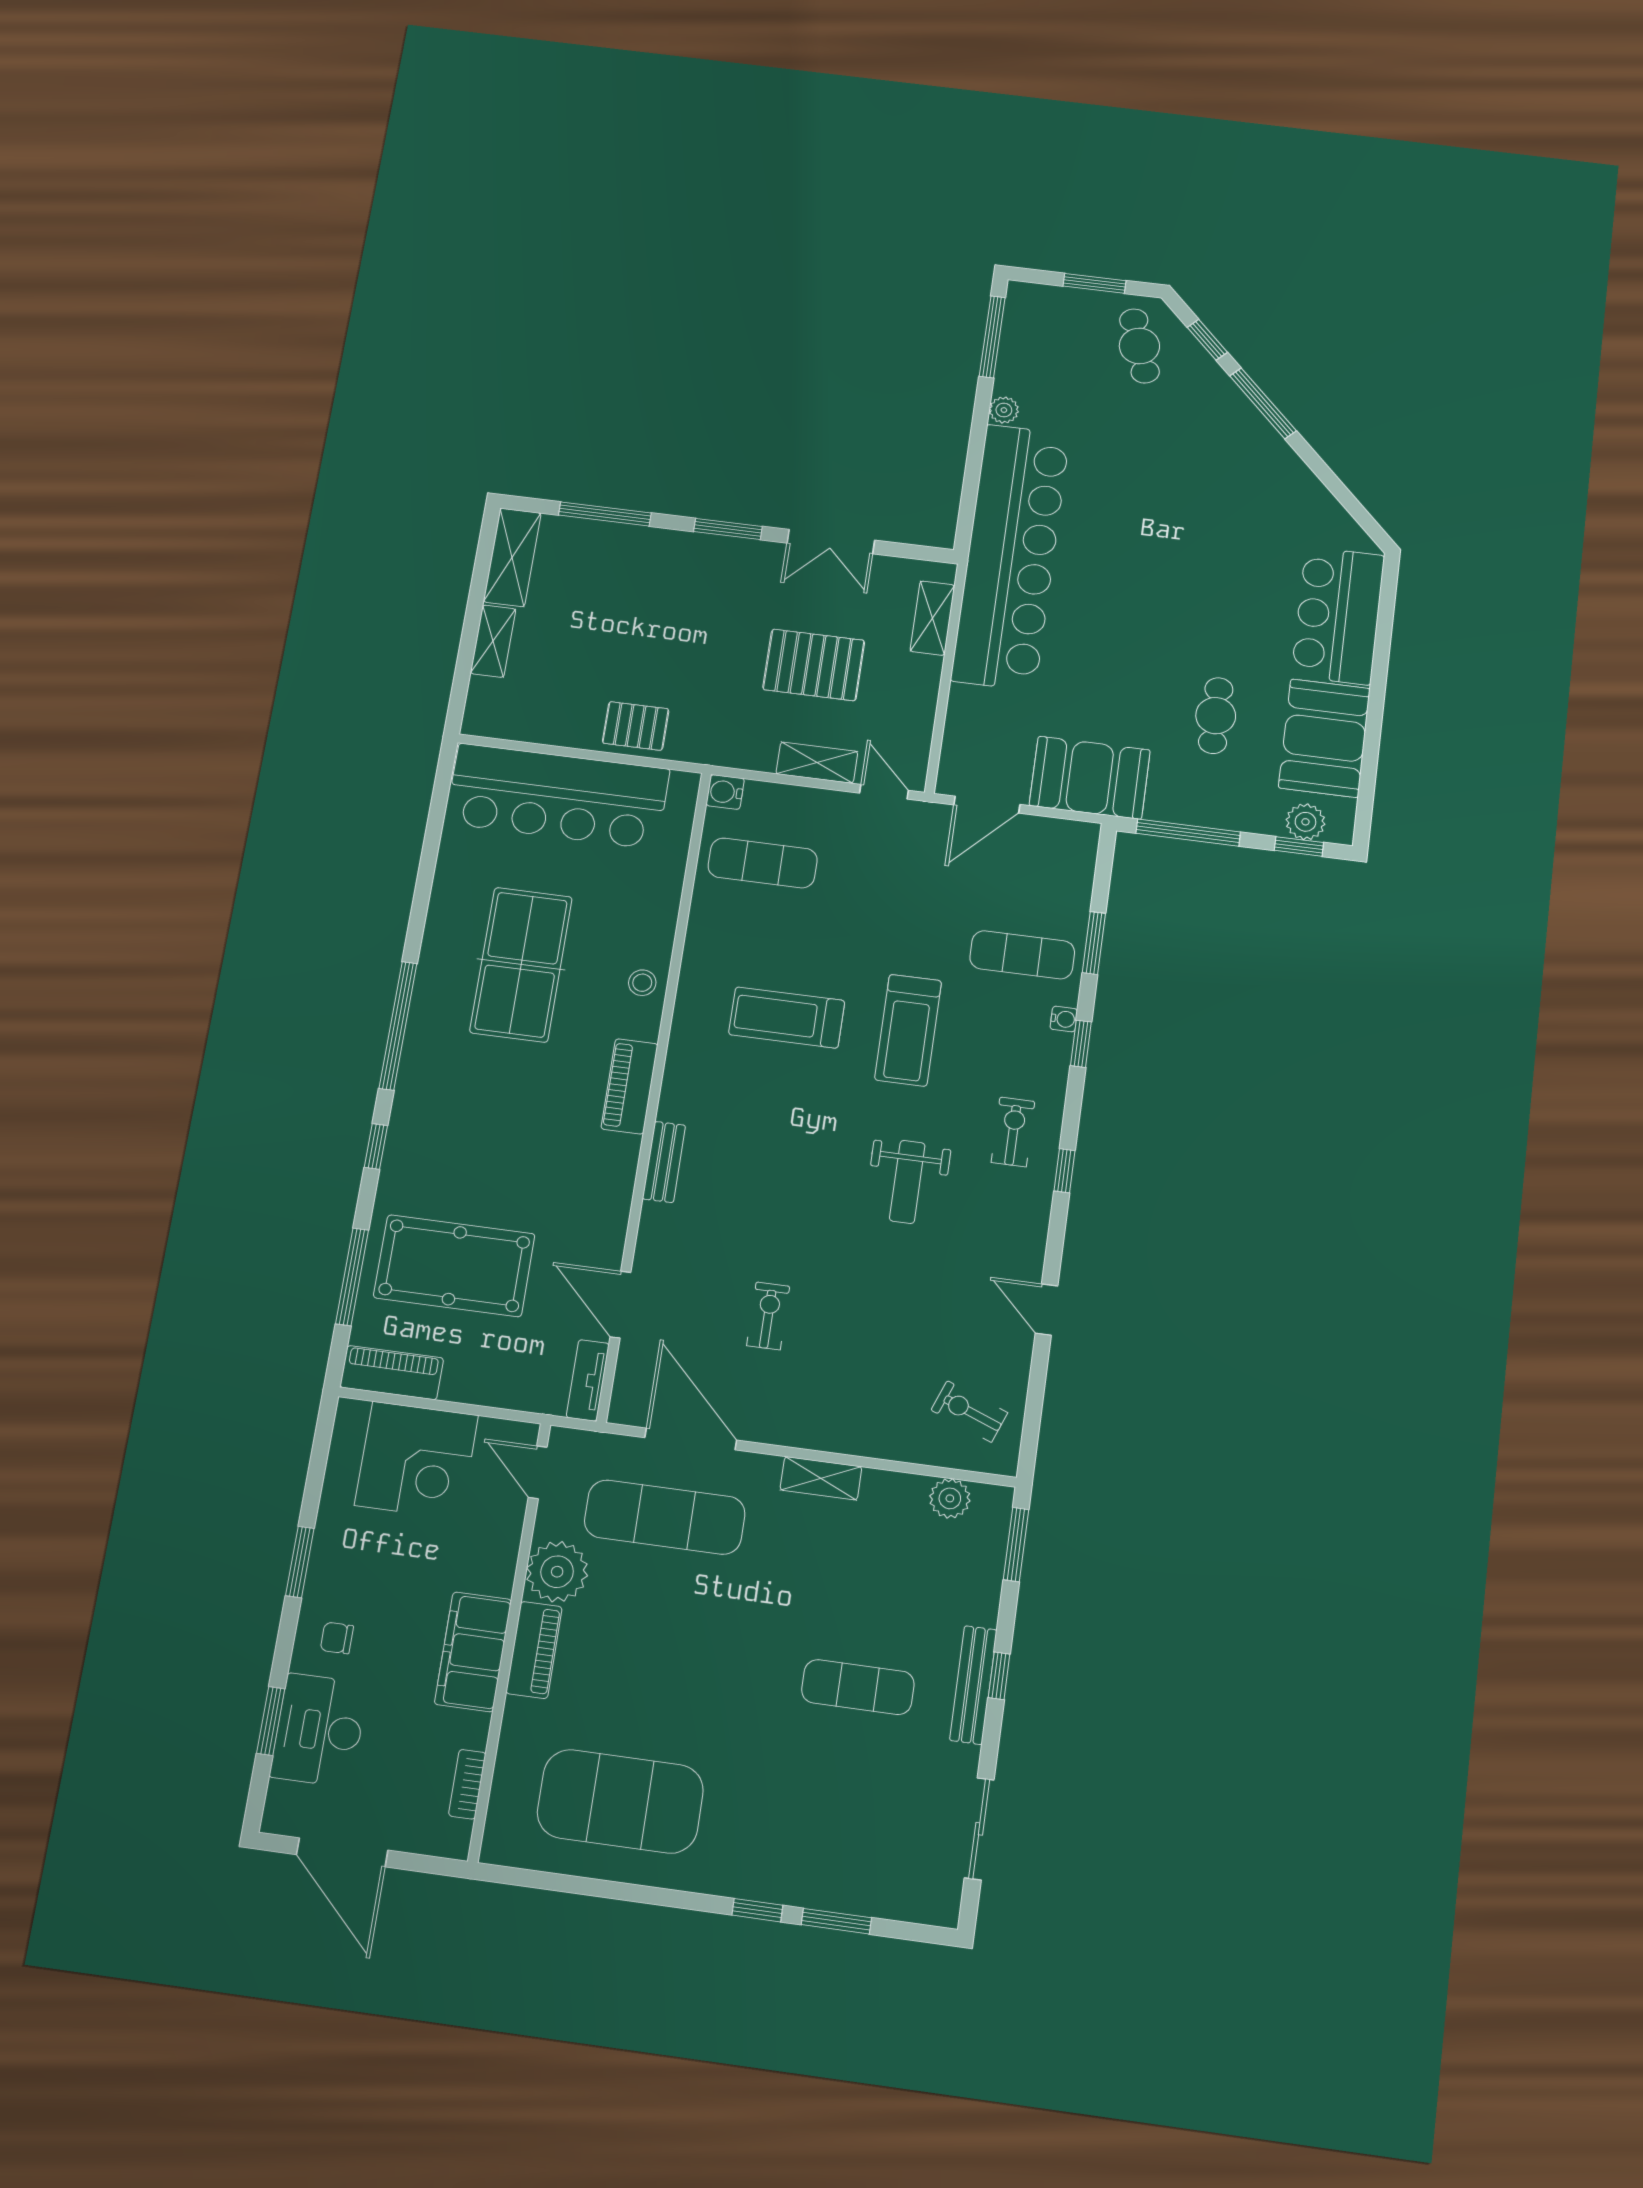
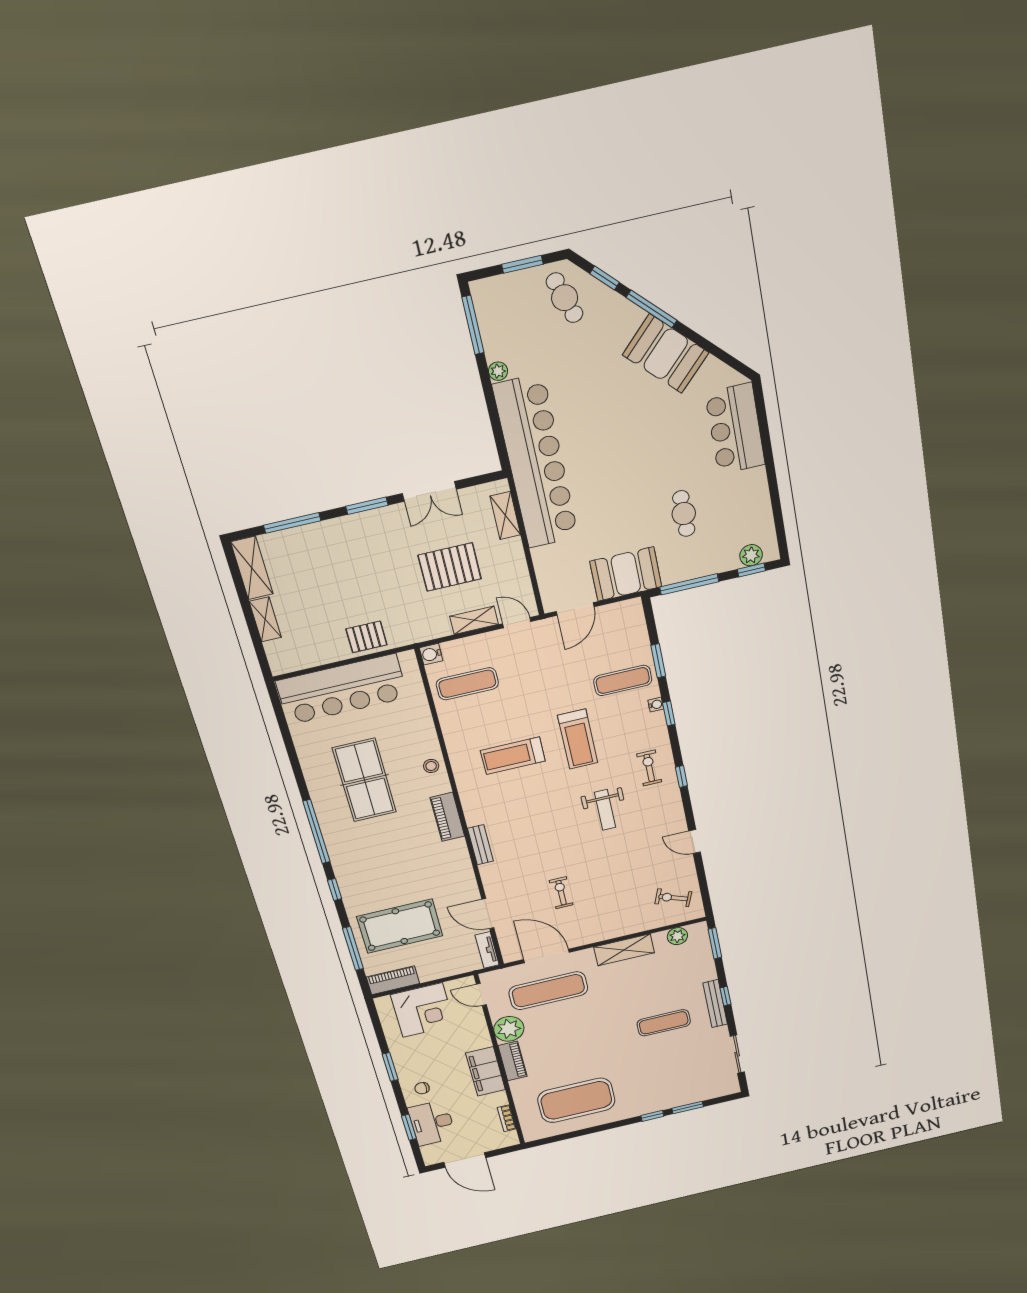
booth: (1324, 738) -> (666, 354), moved, turned -45
shelving: (821, 1478) -> (624, 950), width x1.50, depth x1.33

